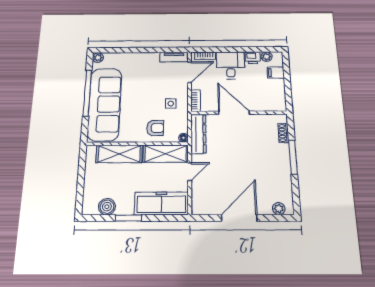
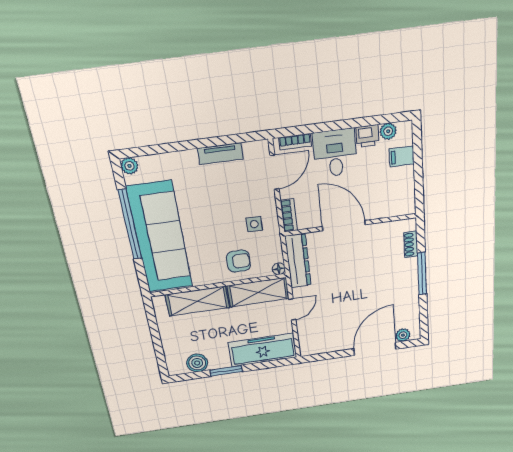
tv unit: (174, 57) -> (220, 154), moved
door: (239, 218) -> (375, 349), moved

